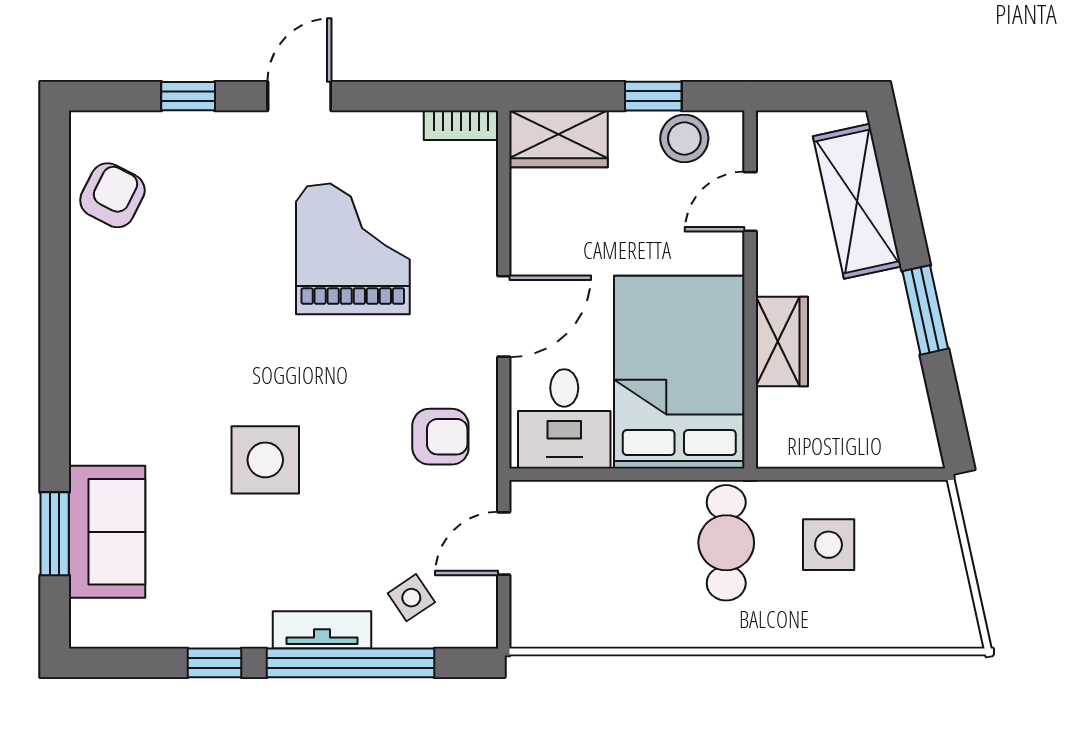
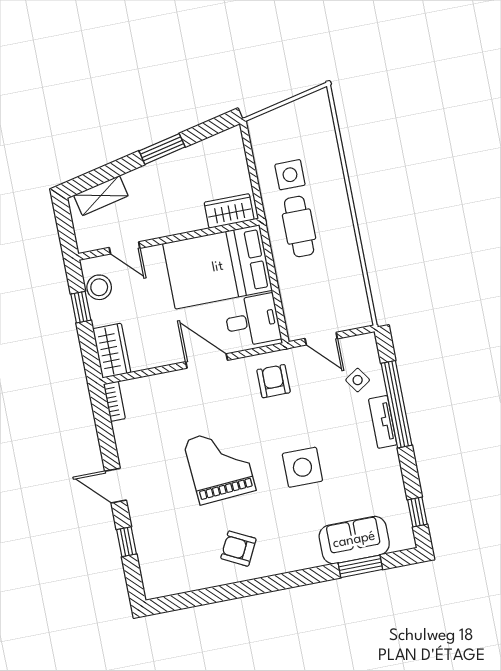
armchair: (112, 195) -> (238, 549), moved
shelving: (857, 201) -> (101, 196), width x0.67, depth x0.75
grand piano: (353, 249) -> (220, 465), moved, turned 86
wardrobe: (782, 341) -> (229, 211), moved
cafe table: (726, 543) -> (299, 227), turned 90
window: (215, 663) -> (417, 512), moved

